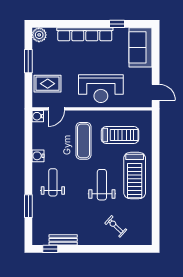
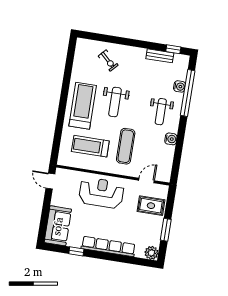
water cooler: (38, 116) -> (179, 86), moved
window: (28, 206) -> (188, 93), width x2.11

